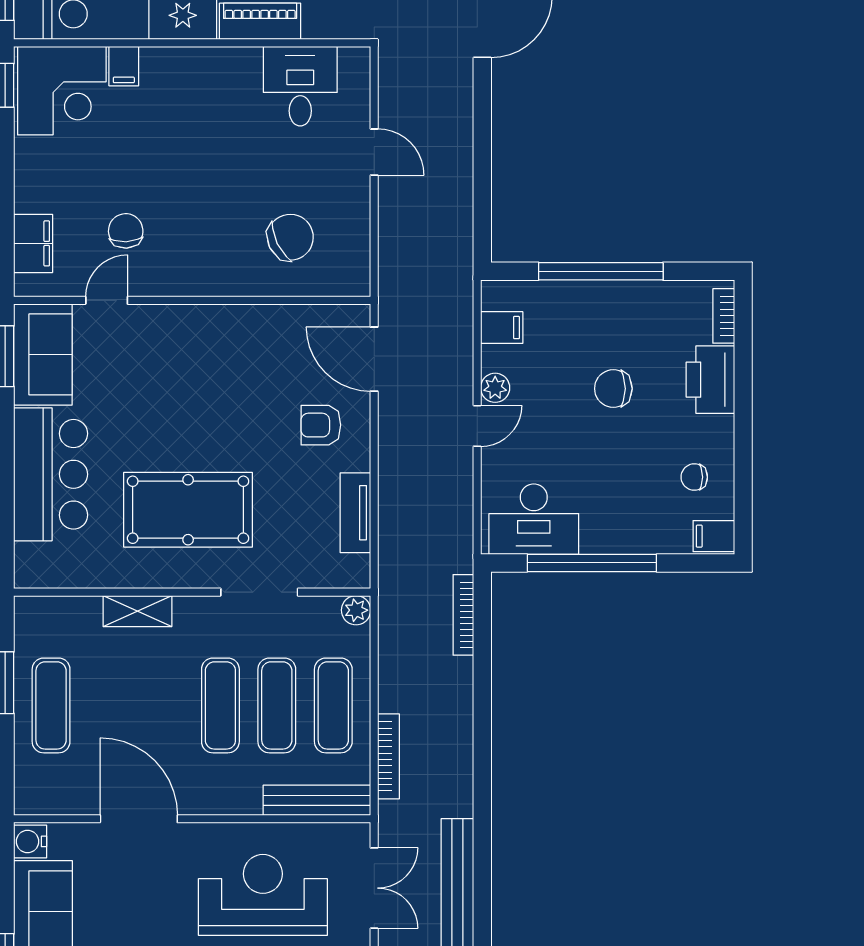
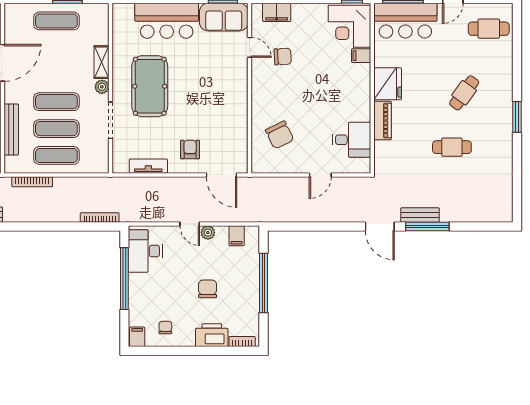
door: (374, 359) -> (222, 175), swing flipped
plant: (356, 610) -> (102, 87), moved
bench: (317, 800) -> (11, 129), moved

